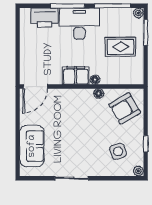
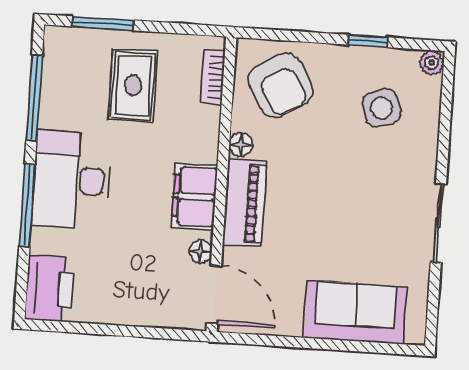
plant: (138, 13) -> (56, 38), removed
printer: (45, 18) -> (50, 289), moved
floor lamp: (95, 80) -> (201, 252), moved
bookcase: (126, 80) -> (213, 77), added
piano: (74, 97) -> (245, 203), added

